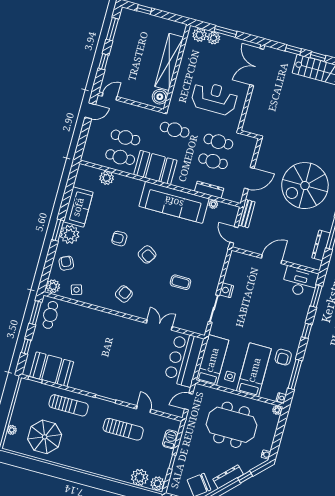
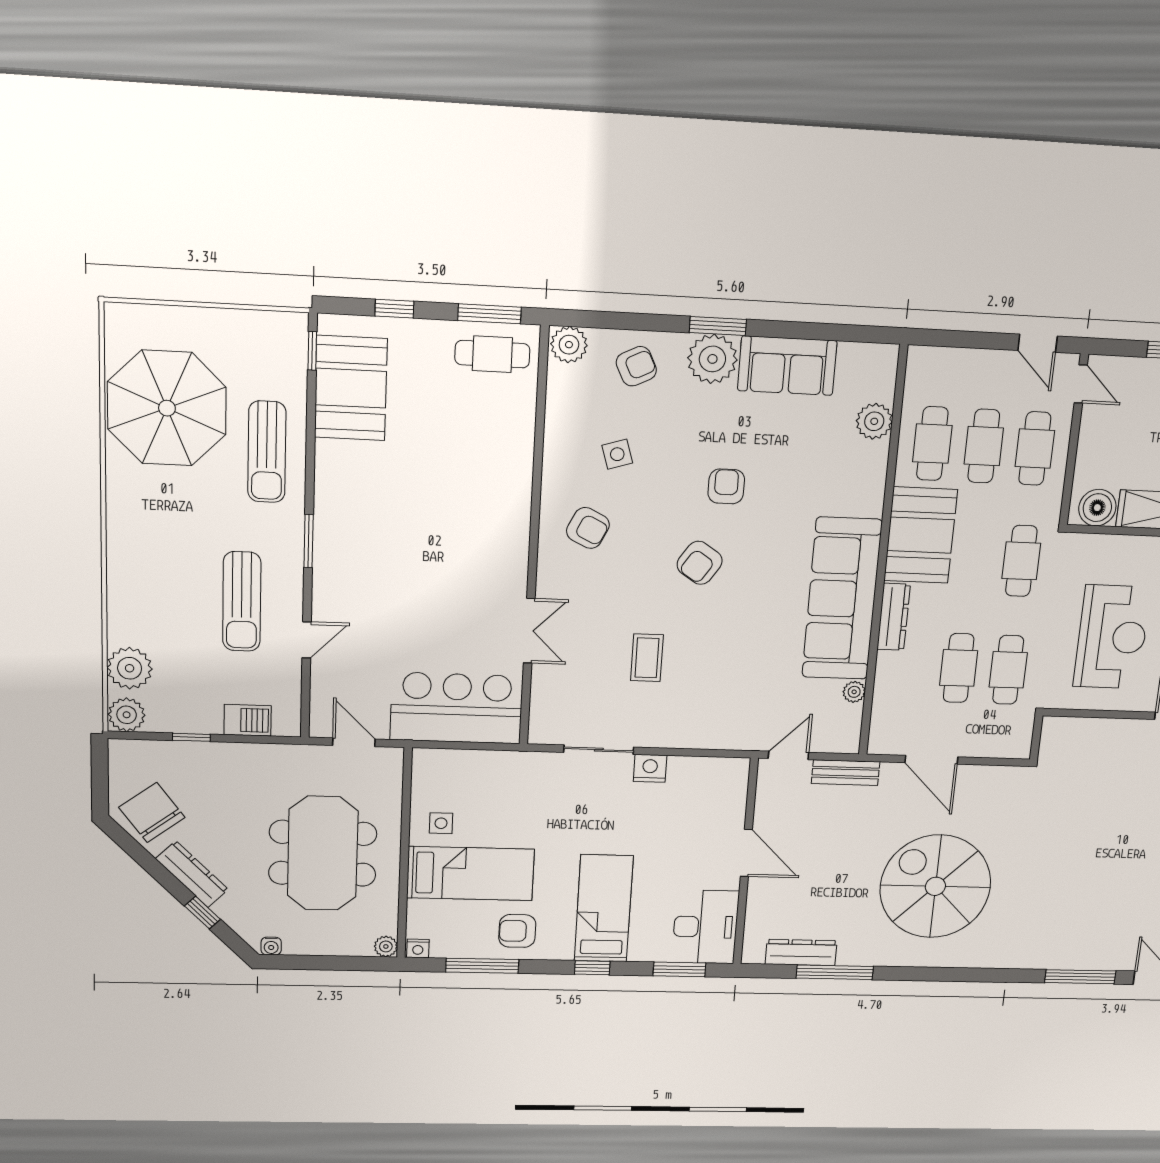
cafe table: (131, 118) -> (1035, 448), added
dresser: (209, 190) -> (894, 617), moved
side table: (76, 290) -> (617, 454), moved
bed: (212, 360) -> (604, 908), moved, turned -90
plant: (12, 430) -> (162, 318), removed
parasol: (45, 437) -> (167, 408), width x1.36, depth x1.36

